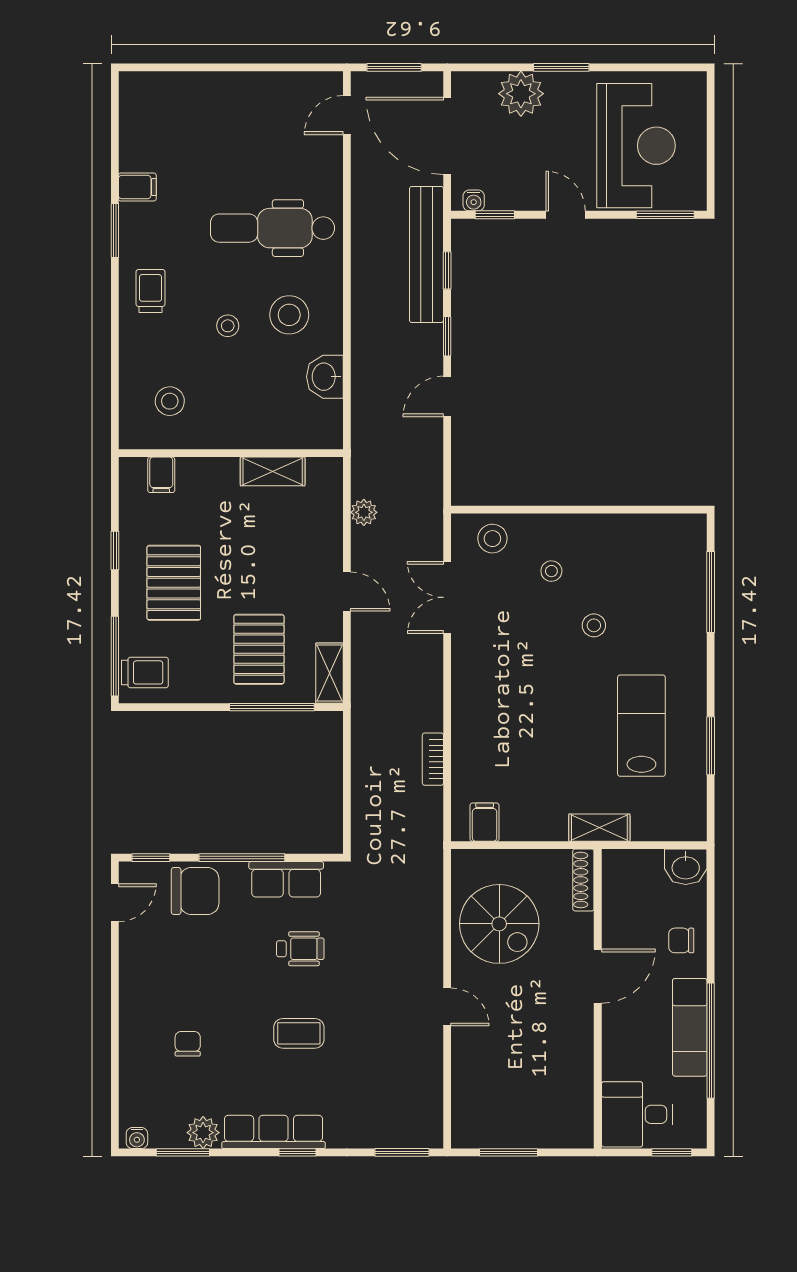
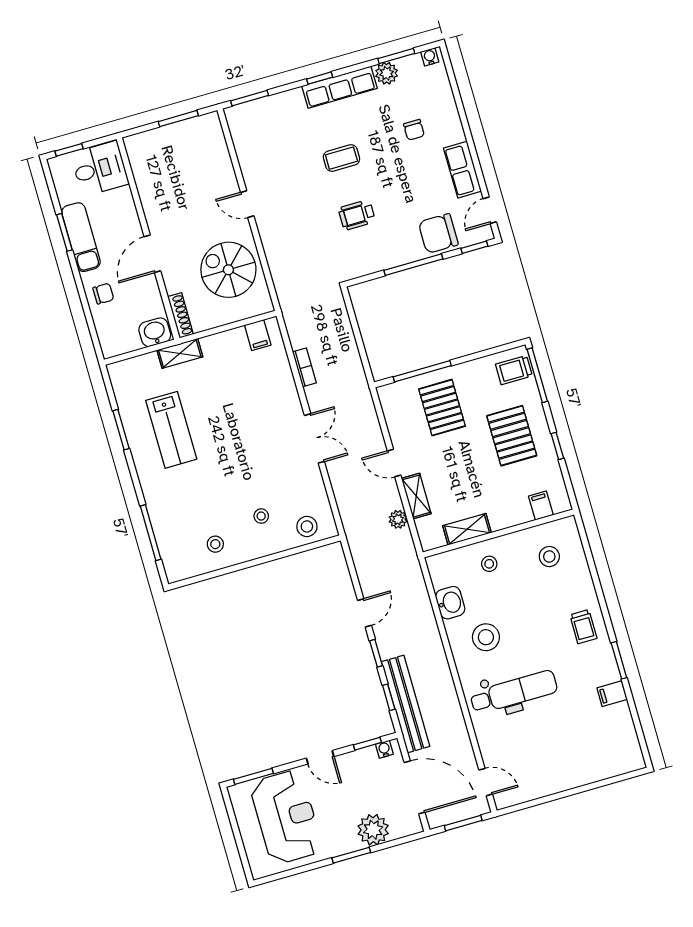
door: (347, 115) -> (486, 782), hinge flipped
reception desk: (636, 146) -> (286, 817), turned 180
stool: (228, 326) -> (489, 564), moved
double door: (447, 597) -> (314, 438), moved
stool: (594, 625) -> (215, 544), moved
shelving: (329, 673) -> (416, 496), moved
washbasin: (686, 867) -> (155, 332), moved
row of seats: (286, 879) -> (463, 170), moved, turned -90
window: (711, 1041) -> (64, 232), width x0.47

